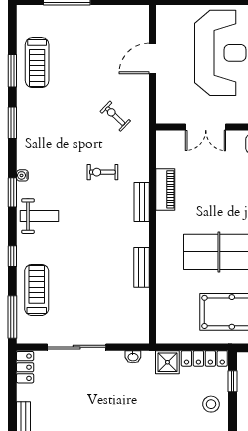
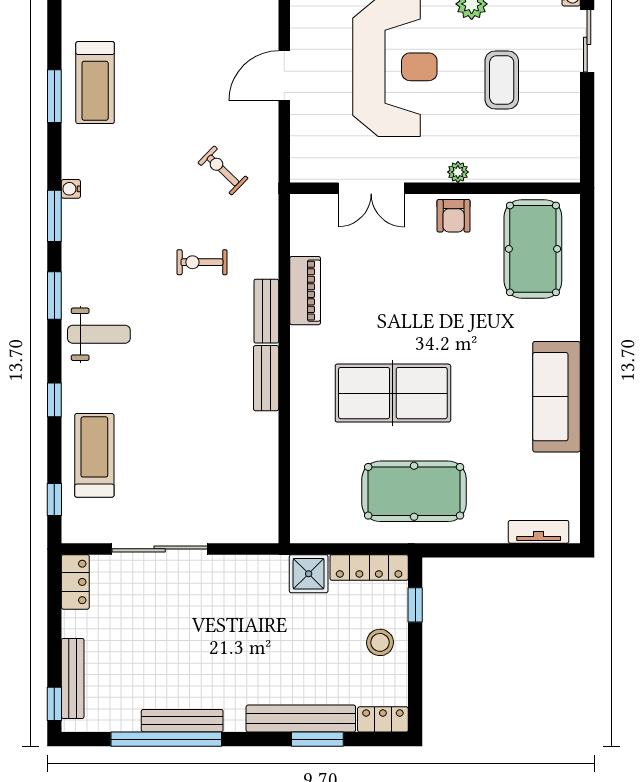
window: (12, 123) -> (54, 216), moved
water cooler: (22, 175) -> (71, 189), moved
bench: (141, 267) -> (266, 378), moved
window: (12, 317) -> (54, 500), width x0.46
washbasin: (133, 357) -> (252, 565), removed

